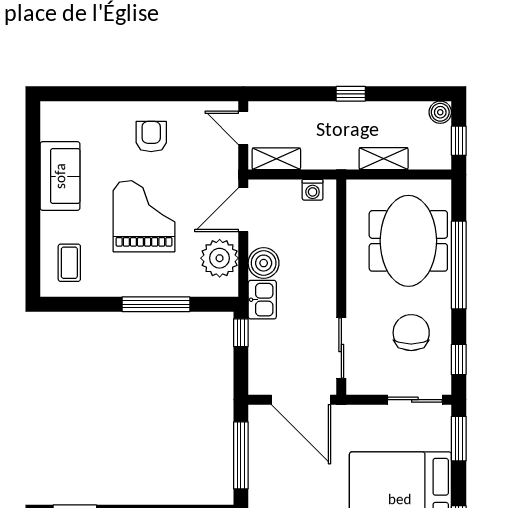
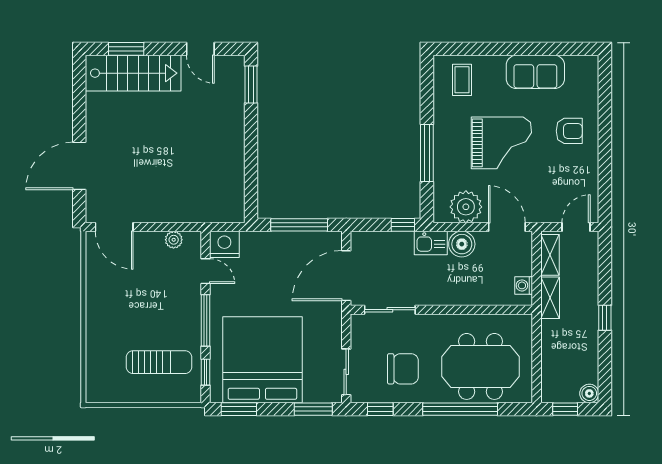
armchair: (151, 137) -> (569, 131), moved
shelving: (384, 159) -> (550, 298), moved
coffee table: (69, 263) -> (462, 80), turned 90

